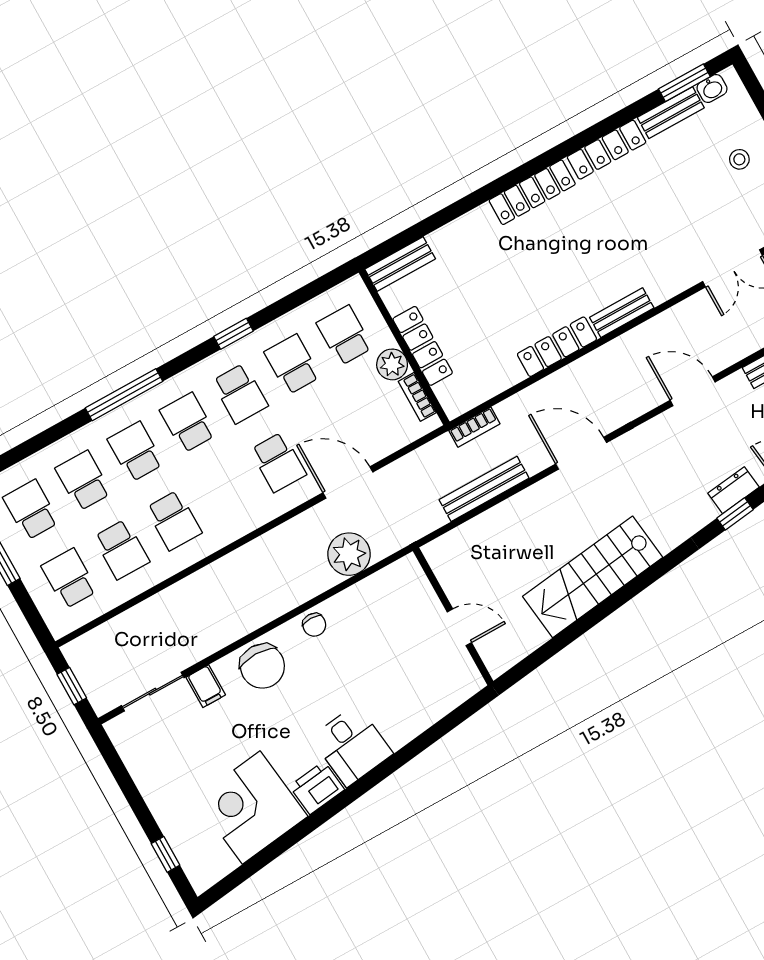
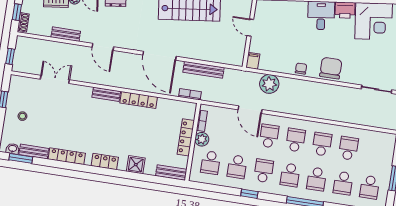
locker: (532, 192) -> (105, 162), width x0.66
shower: (473, 229) -> (136, 165), added
door: (581, 453) -> (159, 56), width x1.36
school desk: (69, 578) -> (295, 140), moved, turned 180
filing cabinet: (206, 686) -> (253, 61), moved

